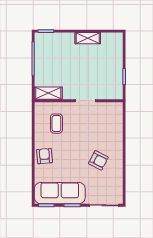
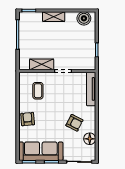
shelving: (88, 38) -> (54, 17), moved
boiler: (109, 40) -> (84, 18), added
shelving: (48, 93) -> (42, 64), moved
tv unit: (118, 121) -> (91, 89), added
floor lamp: (116, 179) -> (90, 139), added

